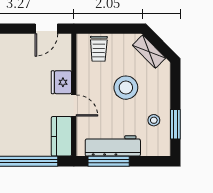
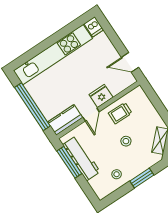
trolley: (99, 49) -> (120, 113), moved
stool: (126, 88) -> (126, 141), width x0.53, depth x0.53
window: (175, 124) -> (142, 178), moved

